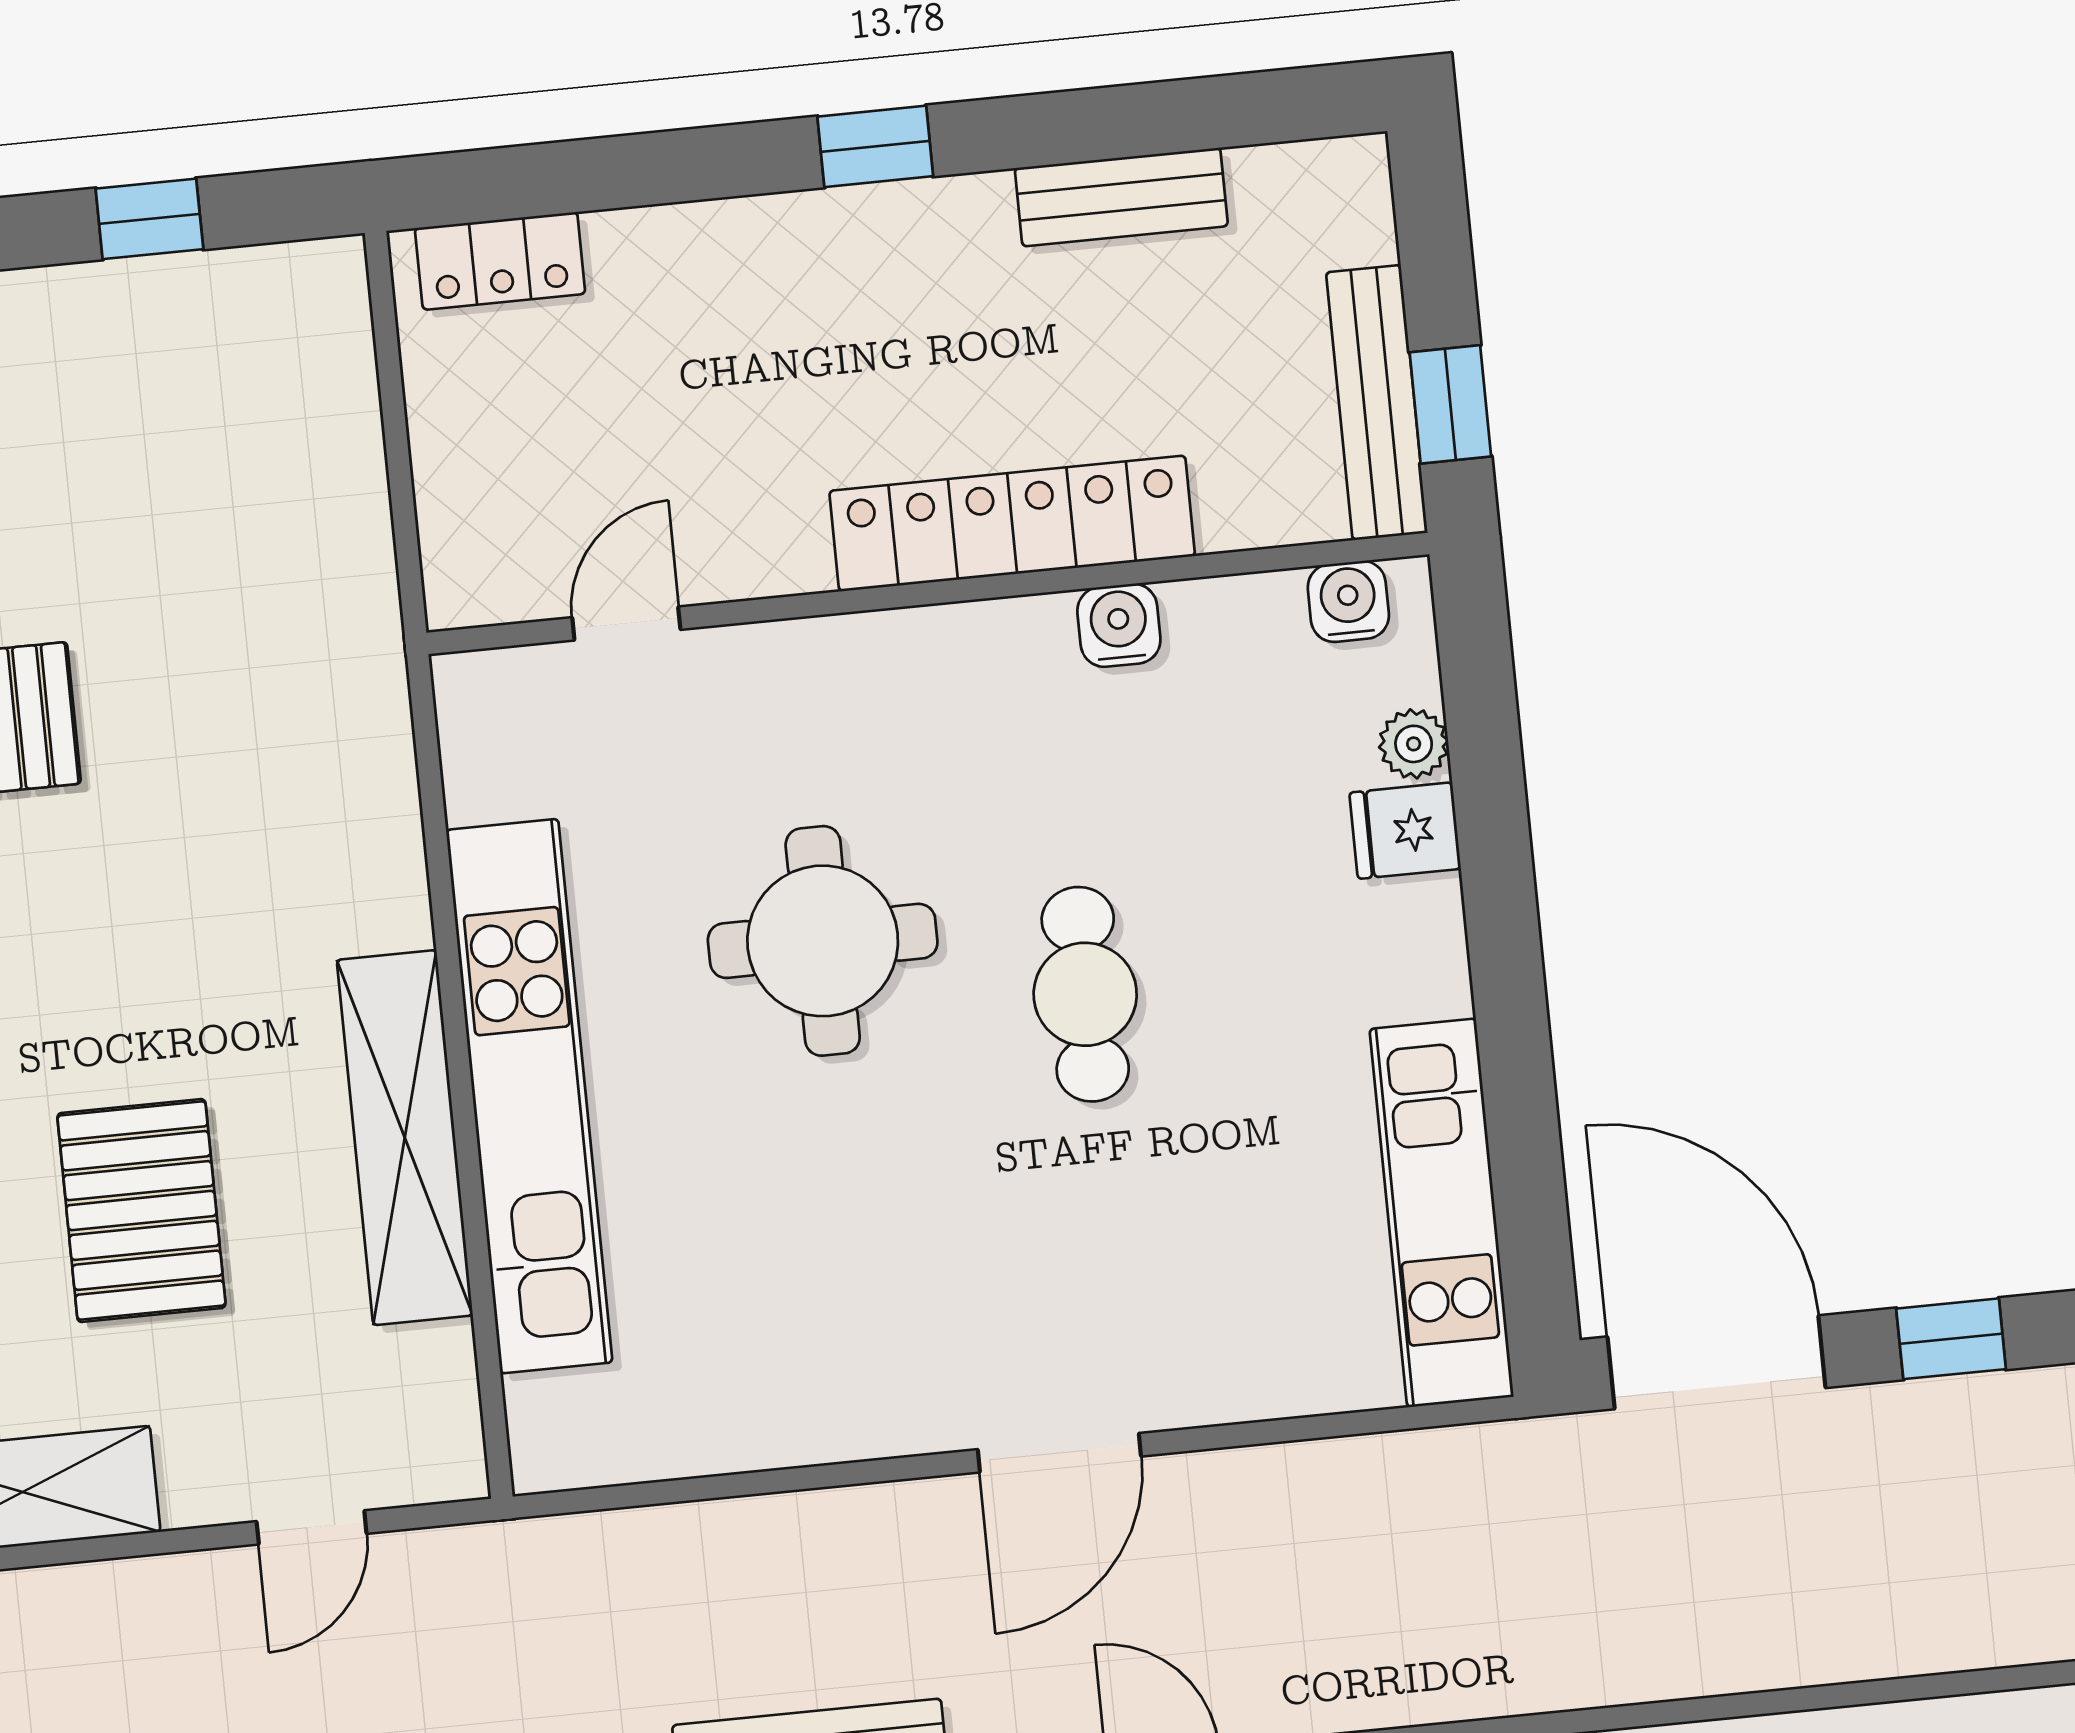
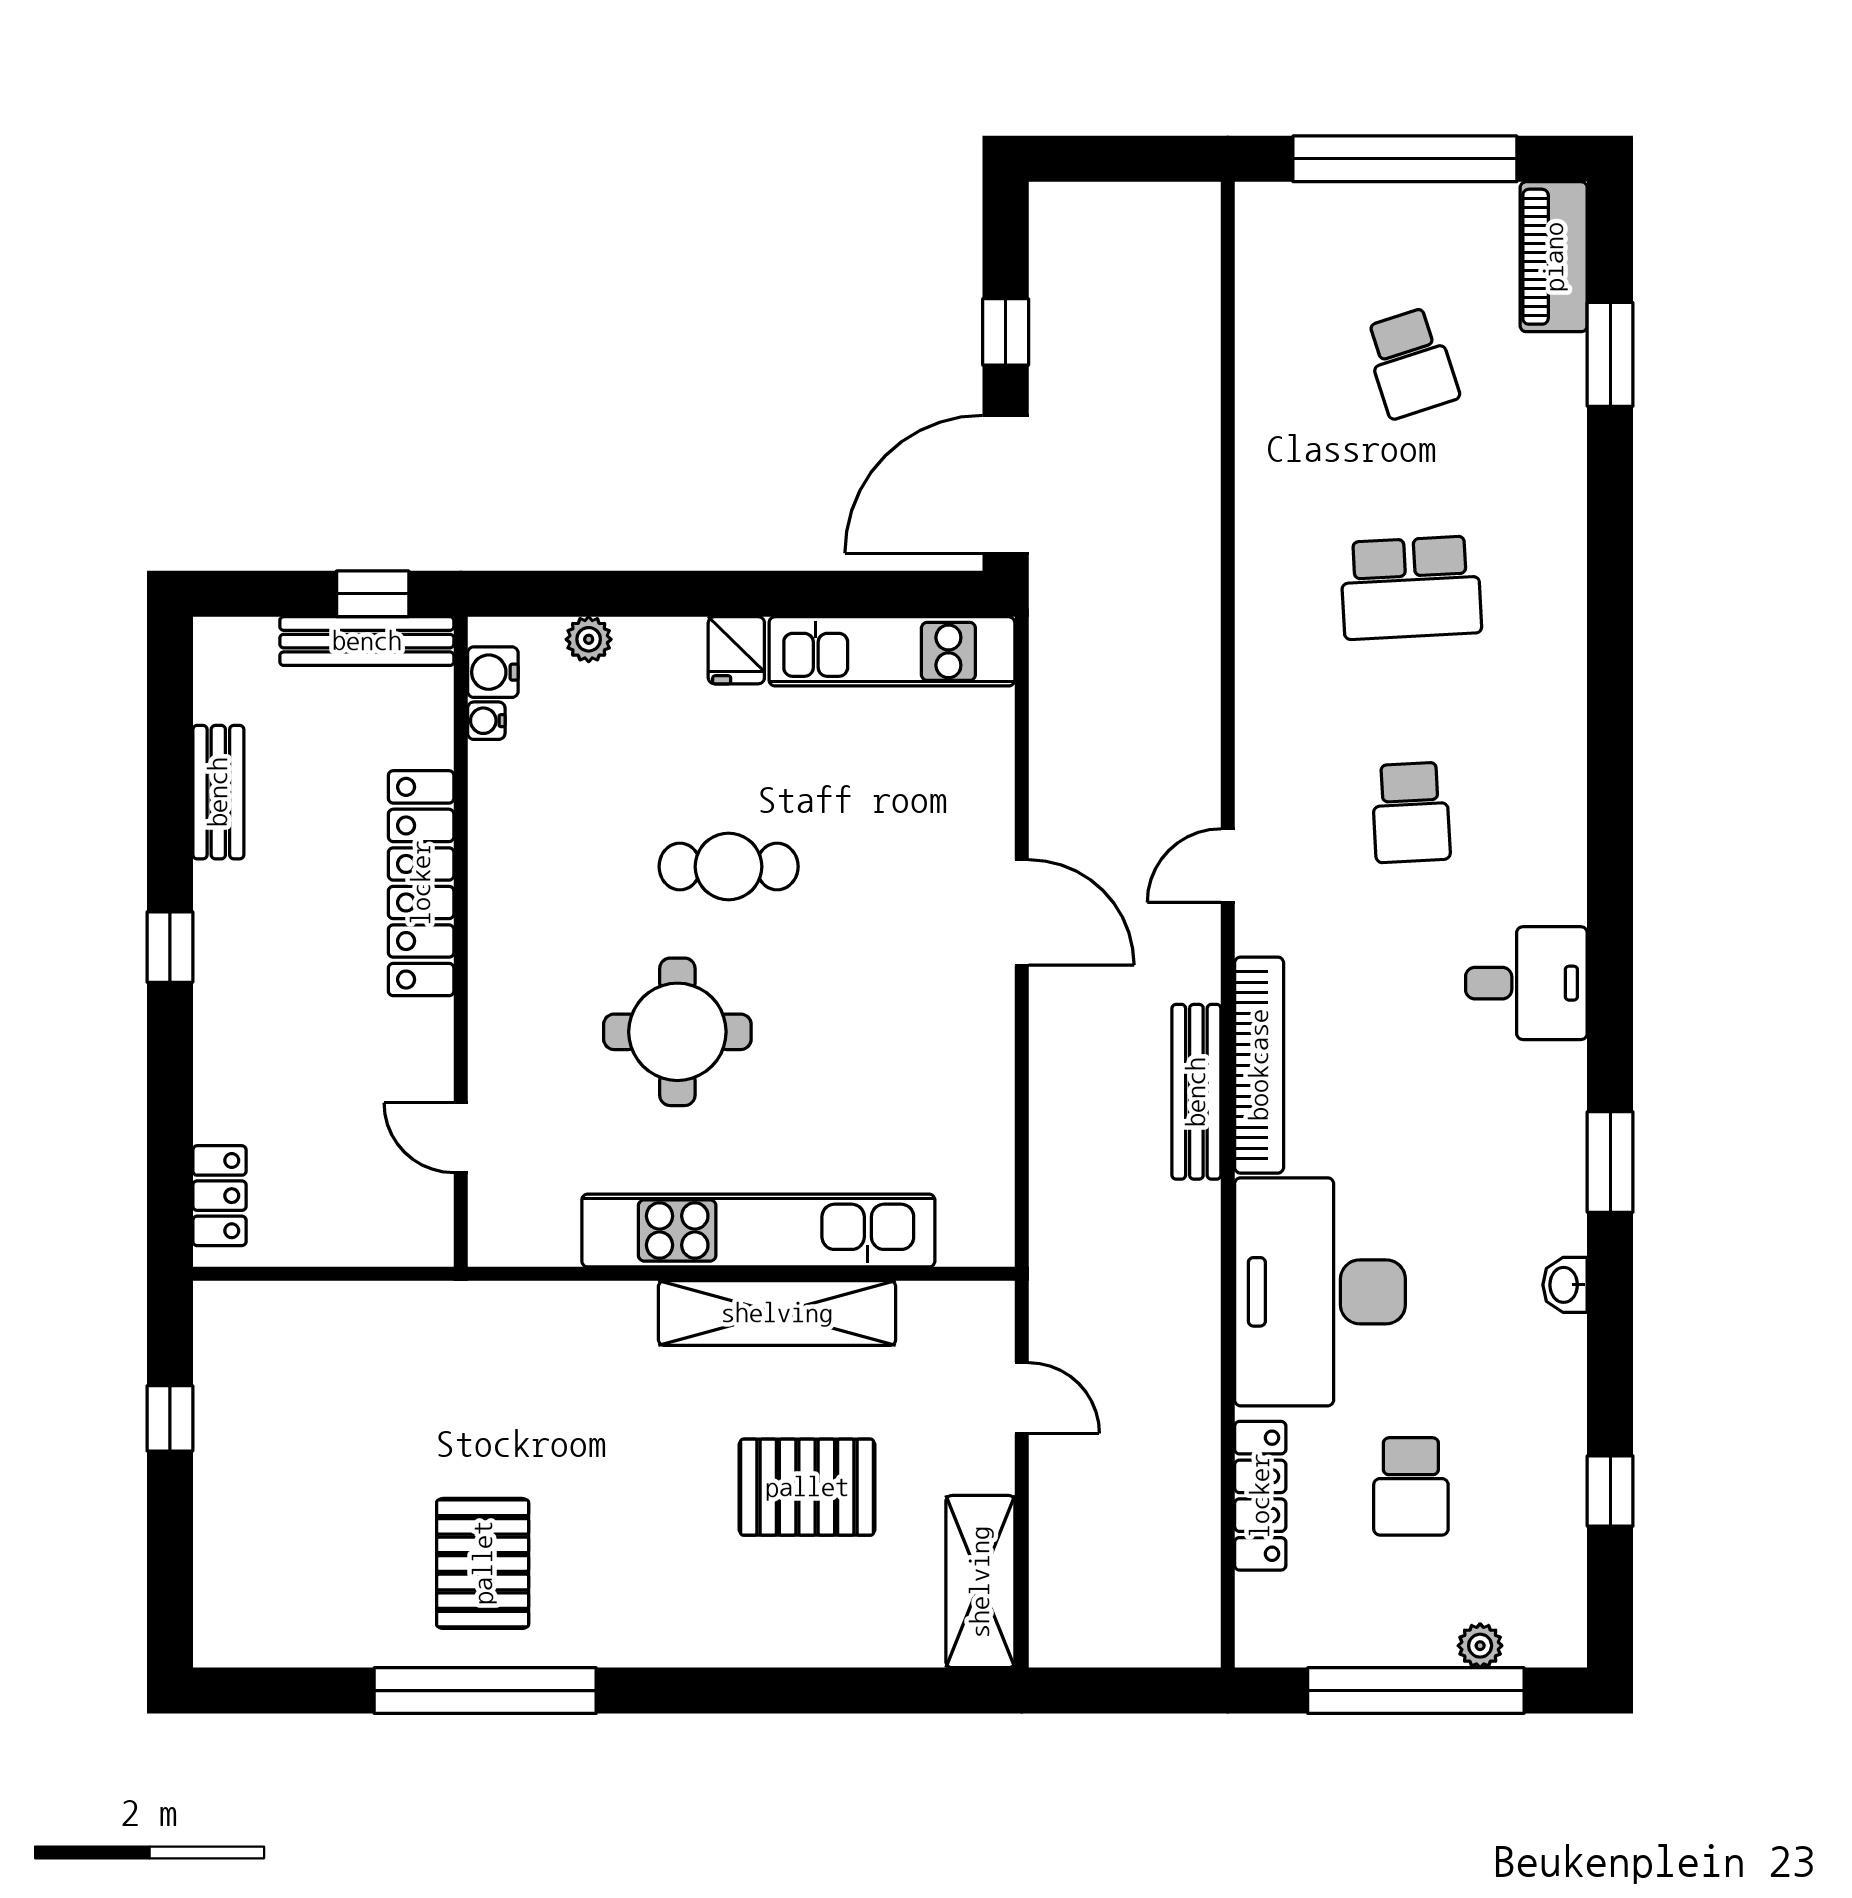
water cooler: (1119, 625) -> (486, 721), moved, width x0.72, depth x0.72
fridge: (1405, 831) -> (736, 650), moved

